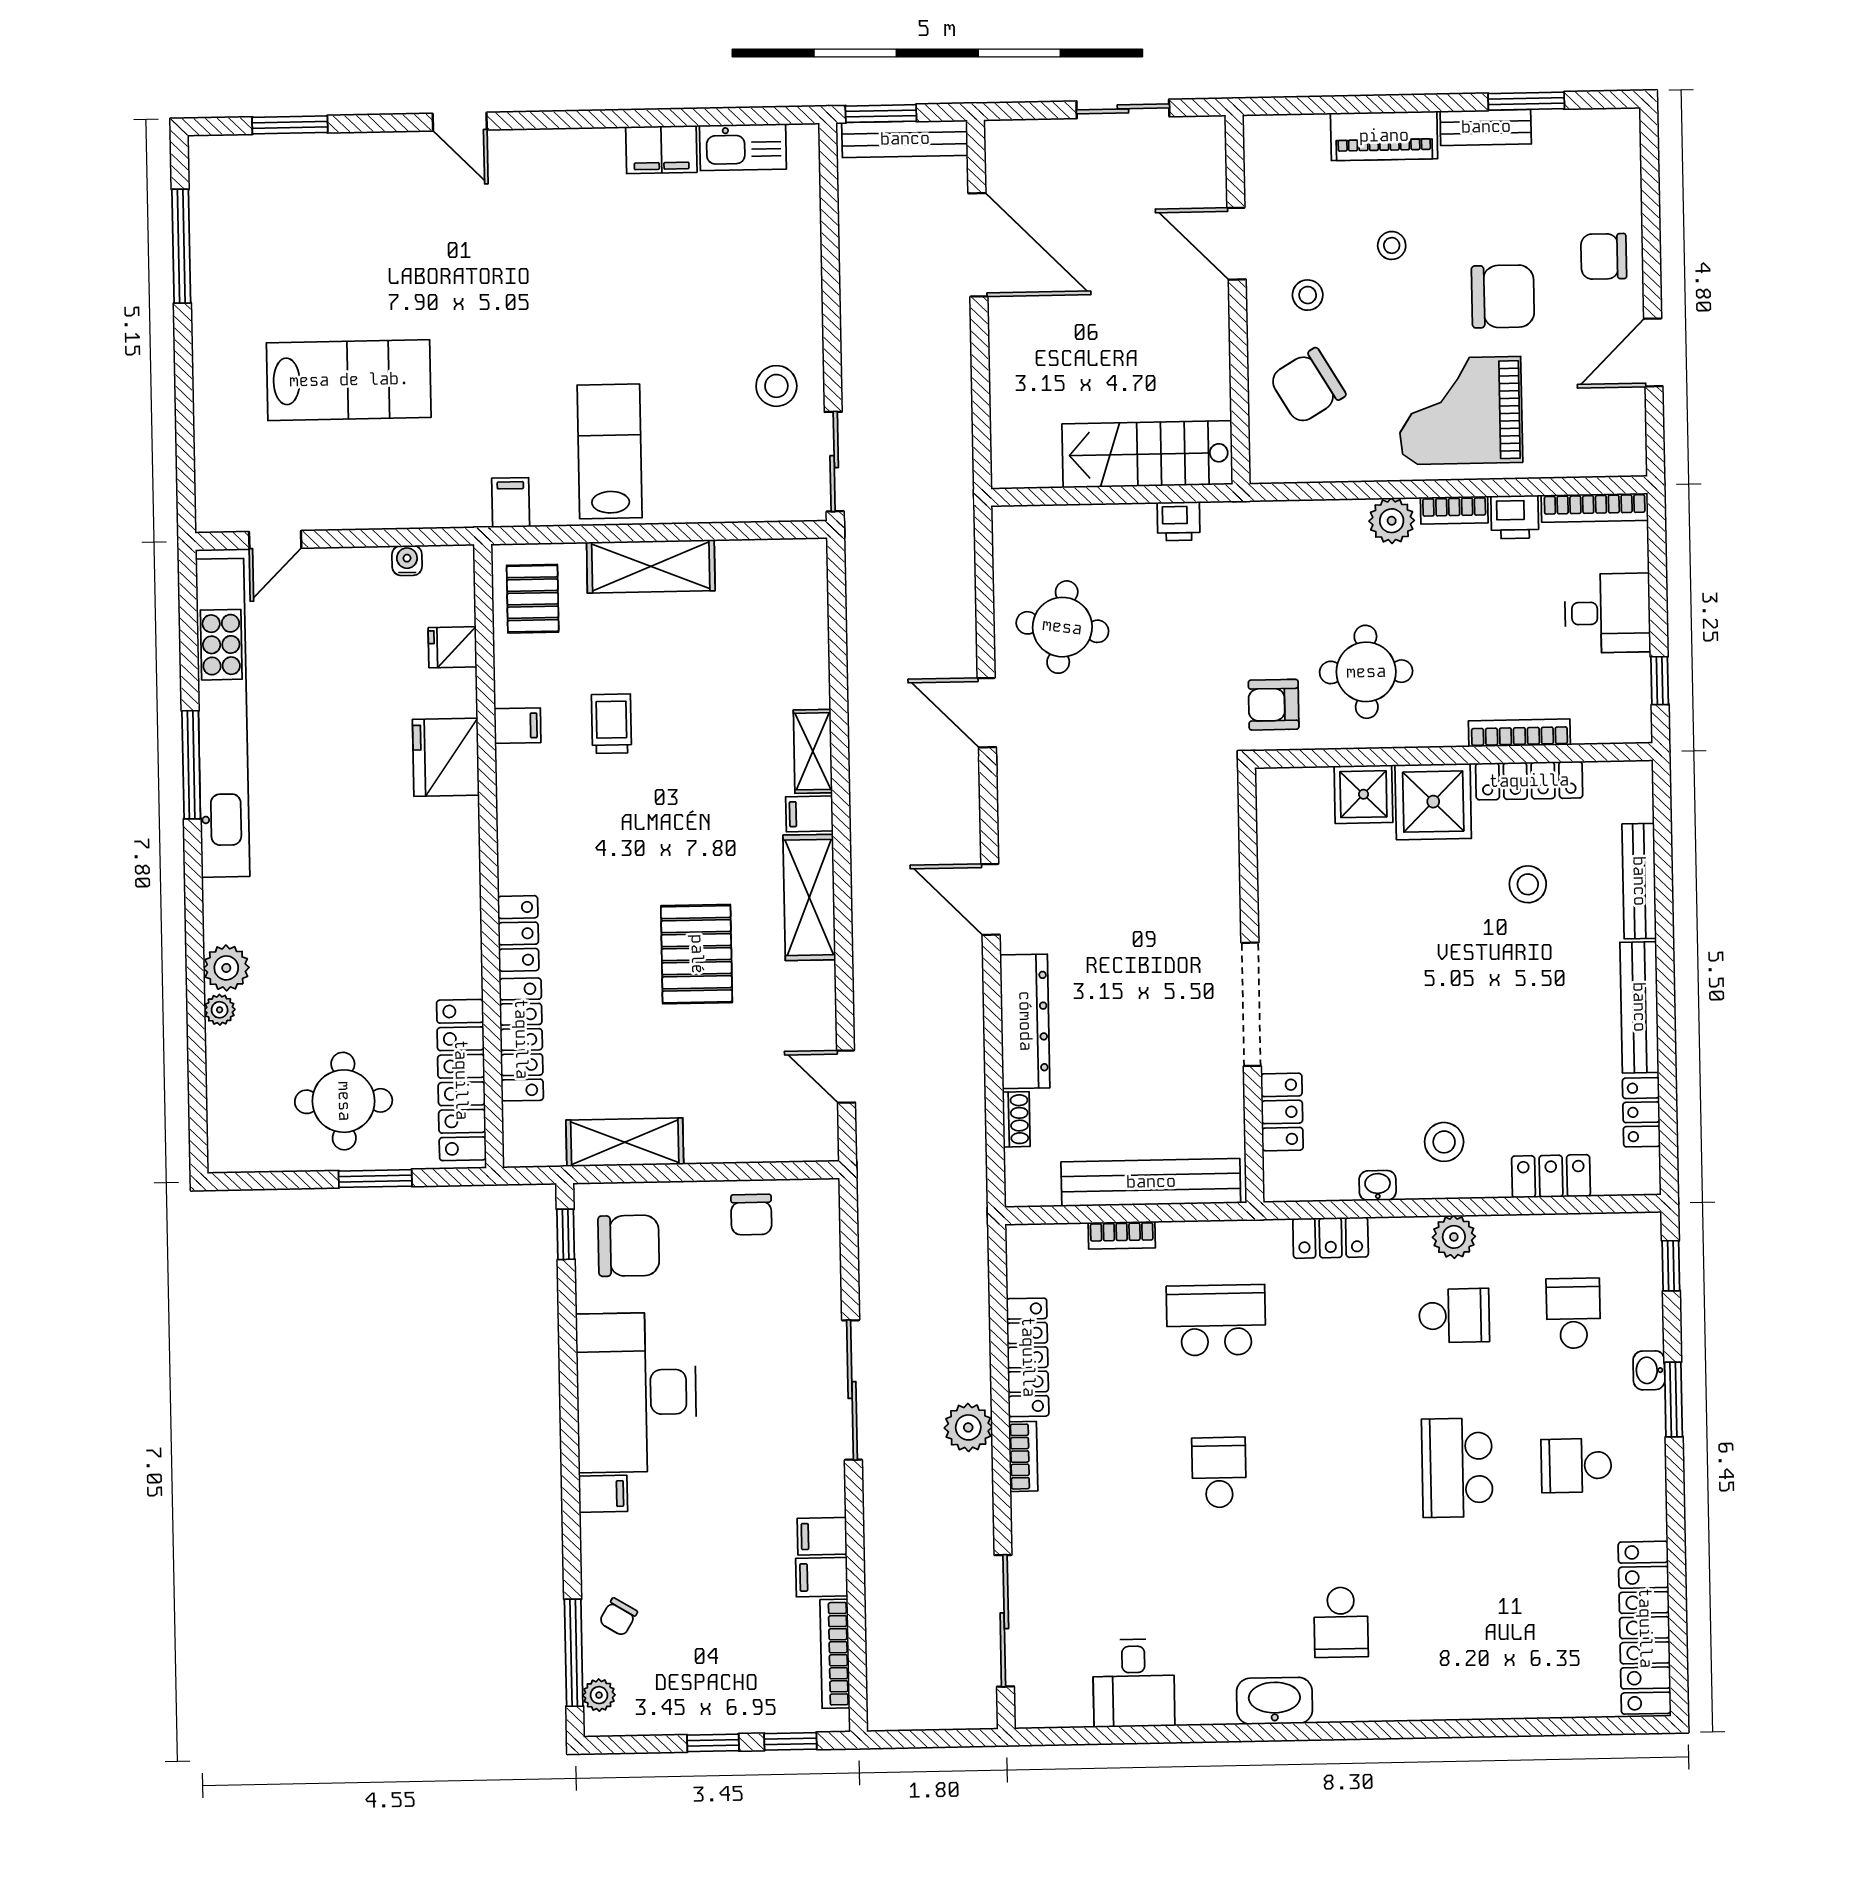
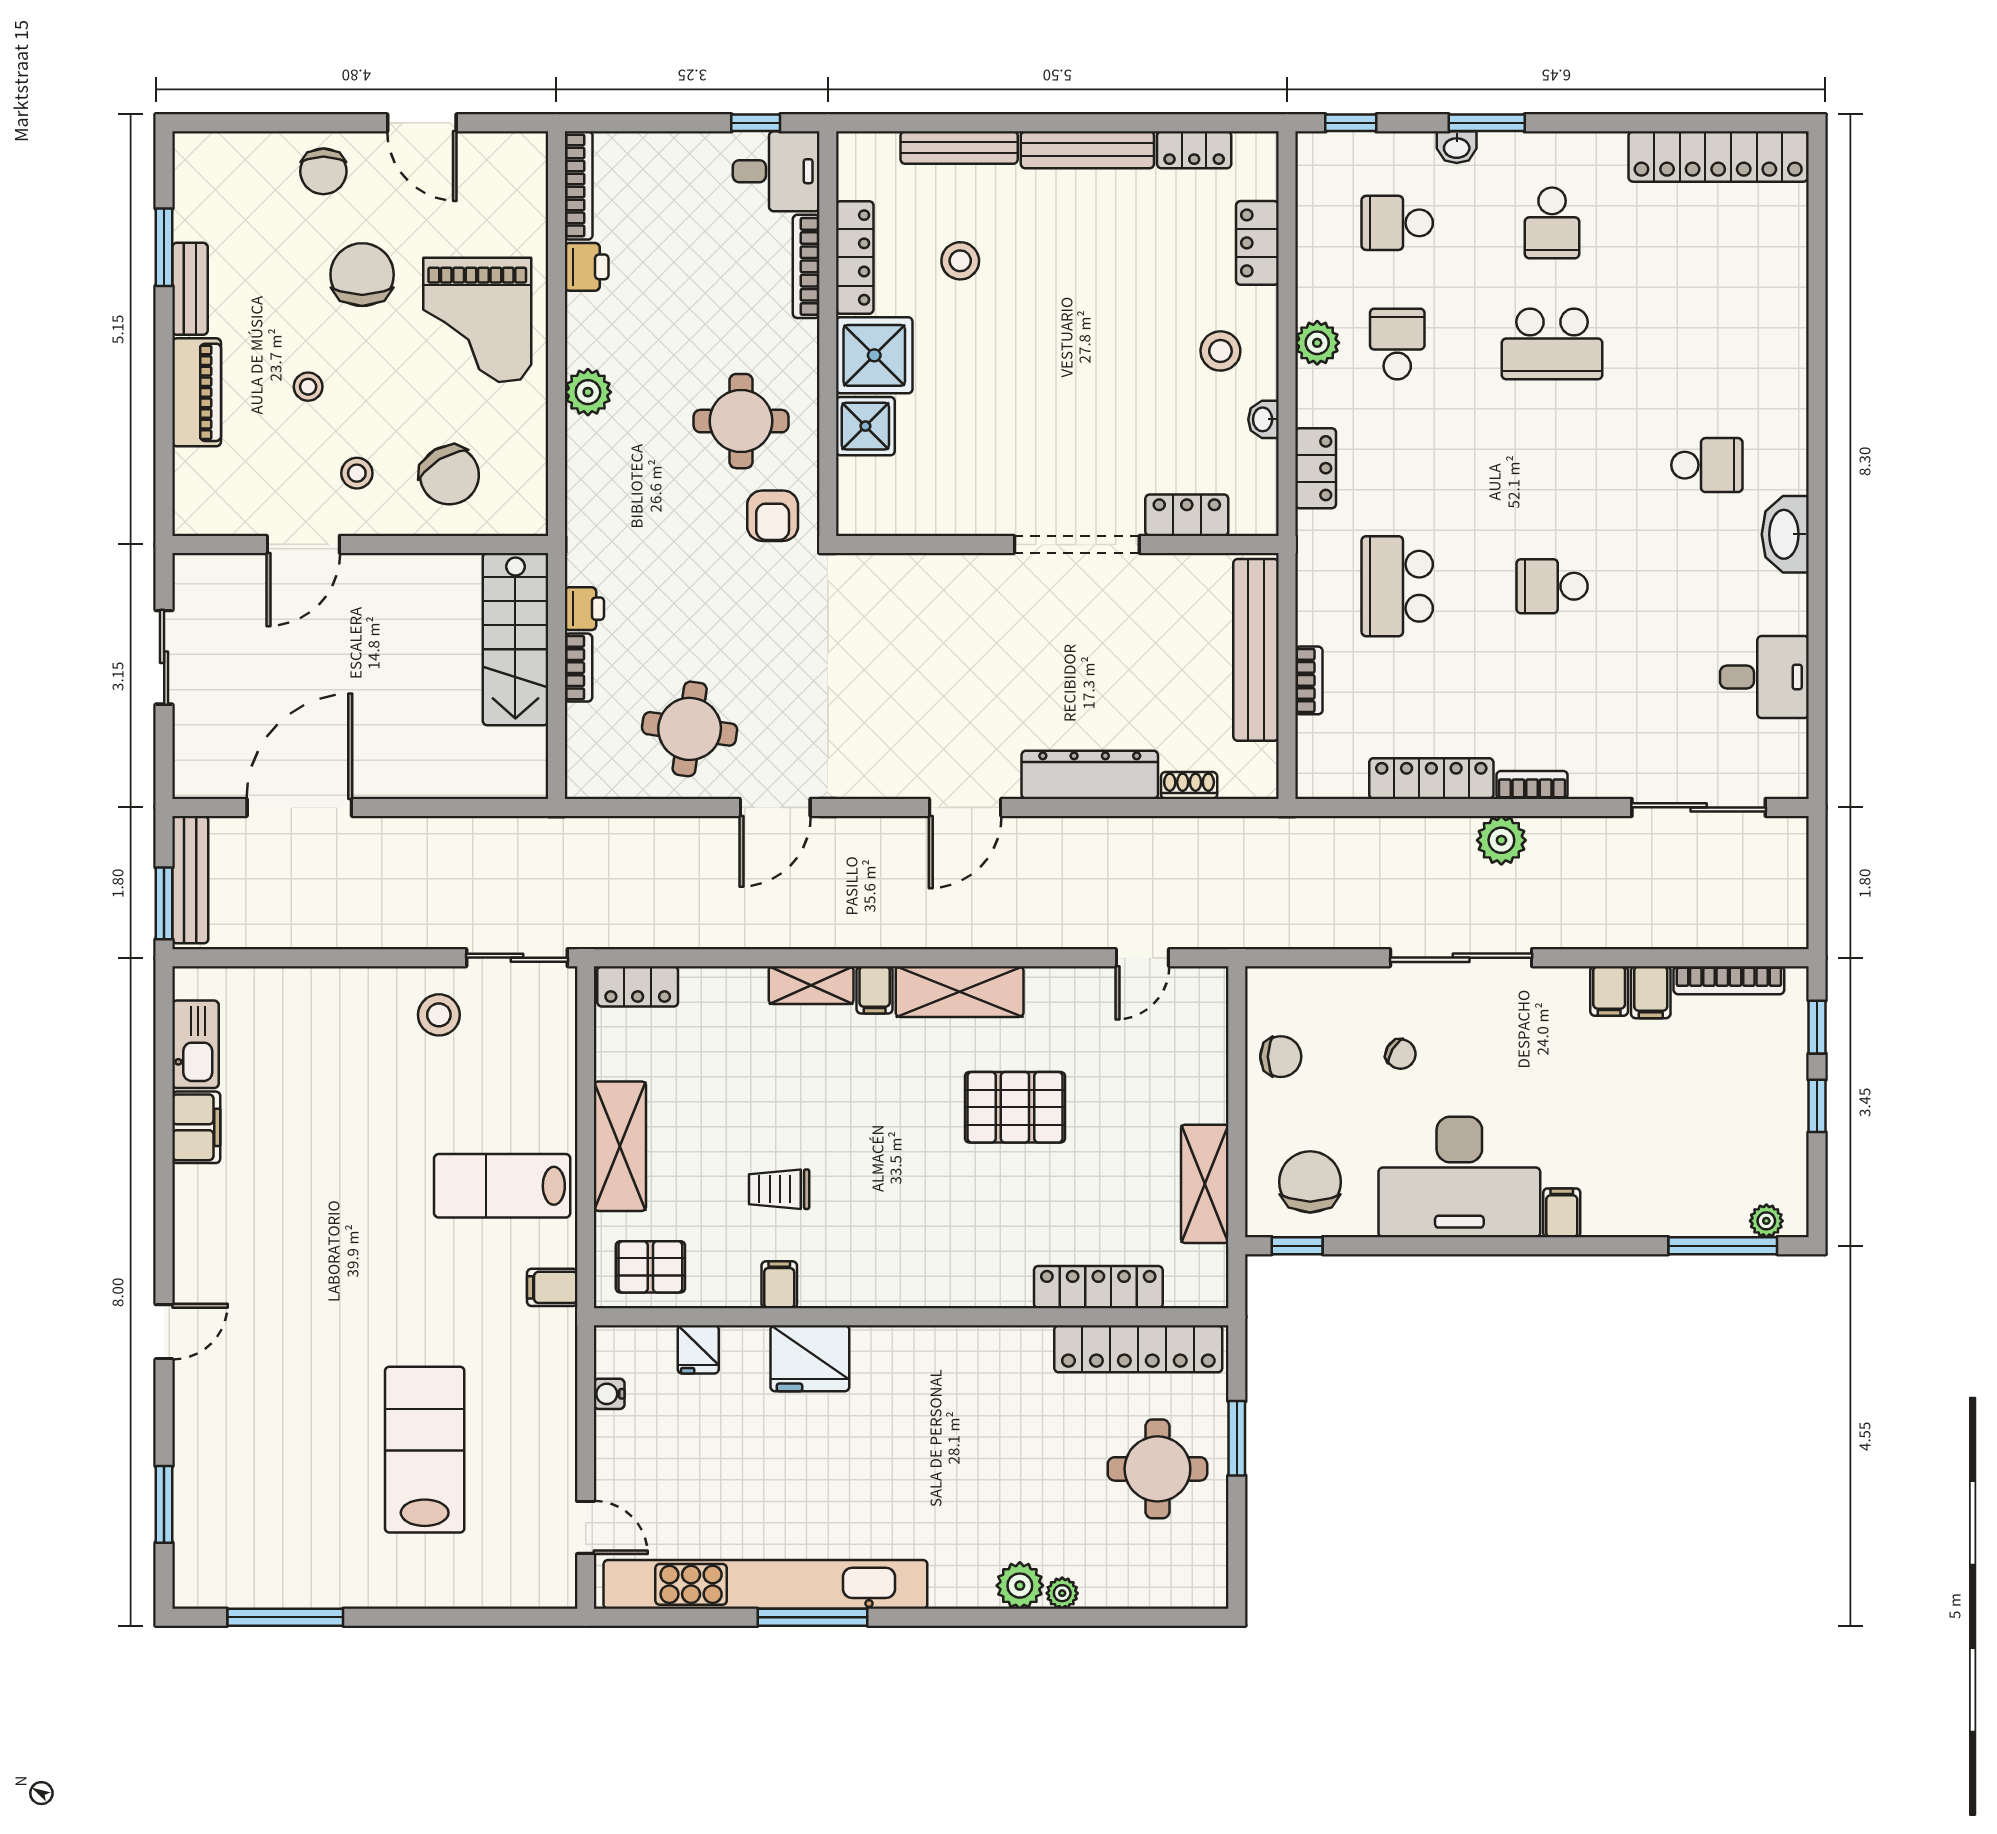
bookcase: (1454, 510) -> (578, 668), moved
desk: (1608, 613) -> (776, 171), moved, turned 90
locker: (518, 933) -> (638, 986), moved, turned 180
chair: (618, 1617) -> (1401, 1054), moved

